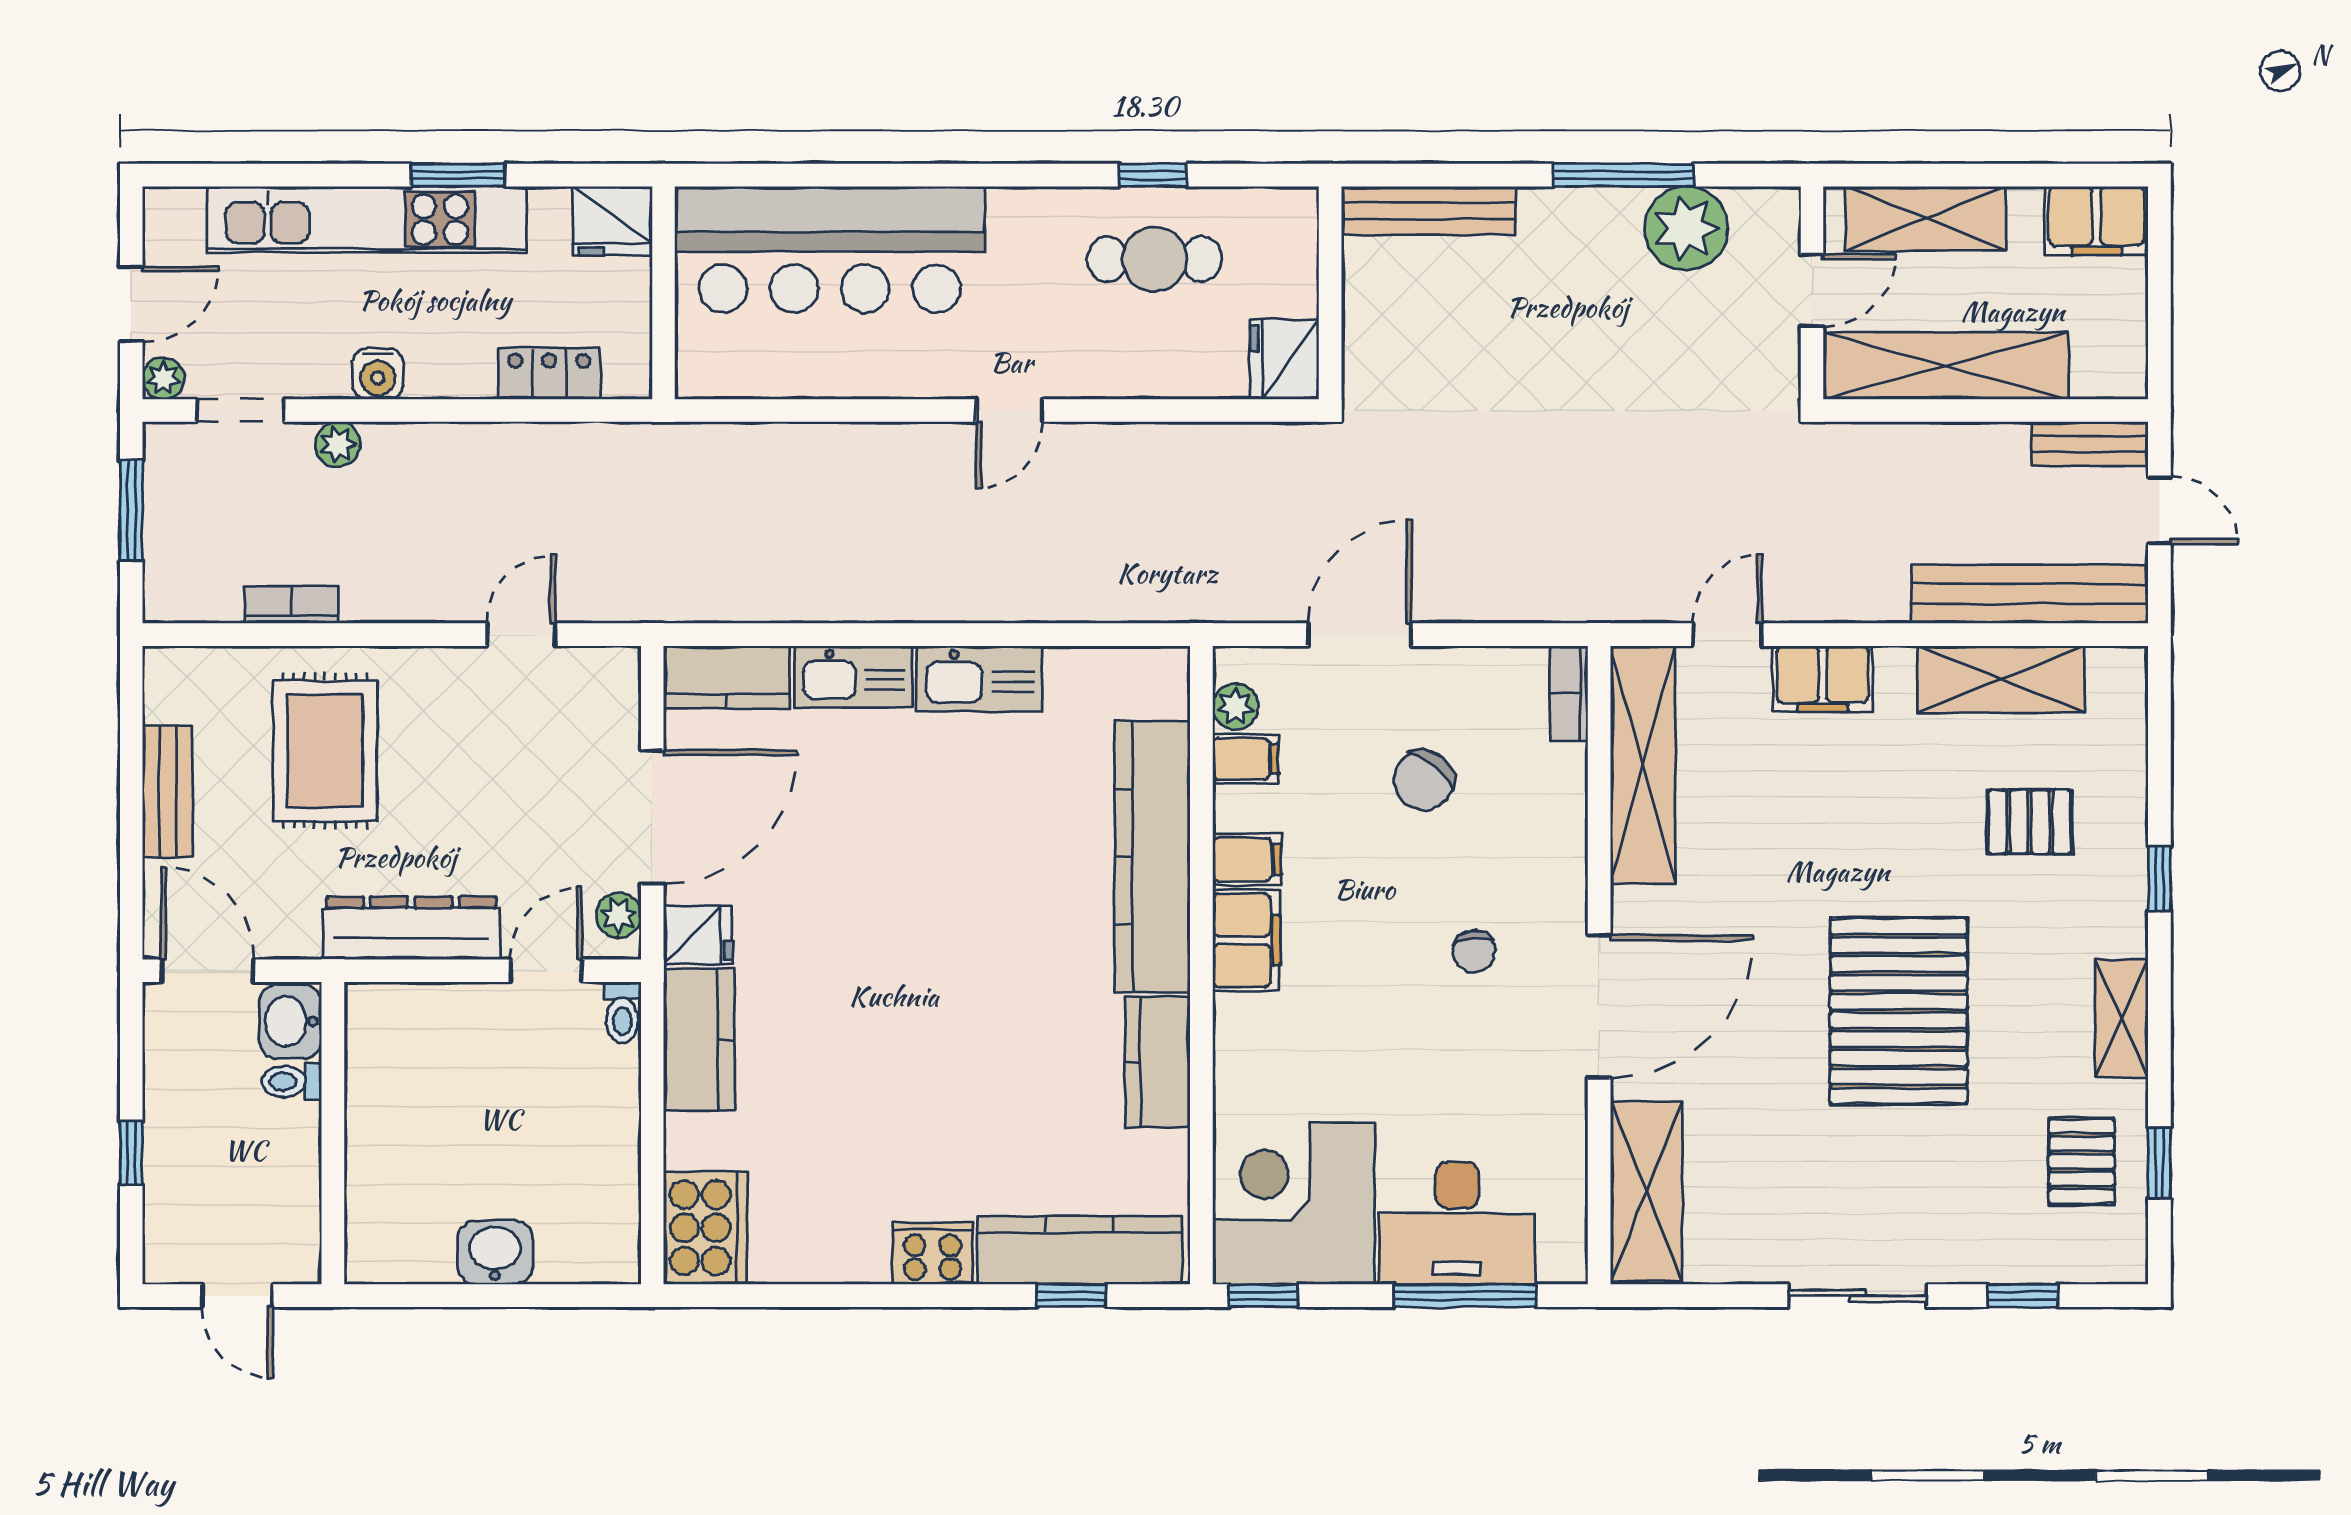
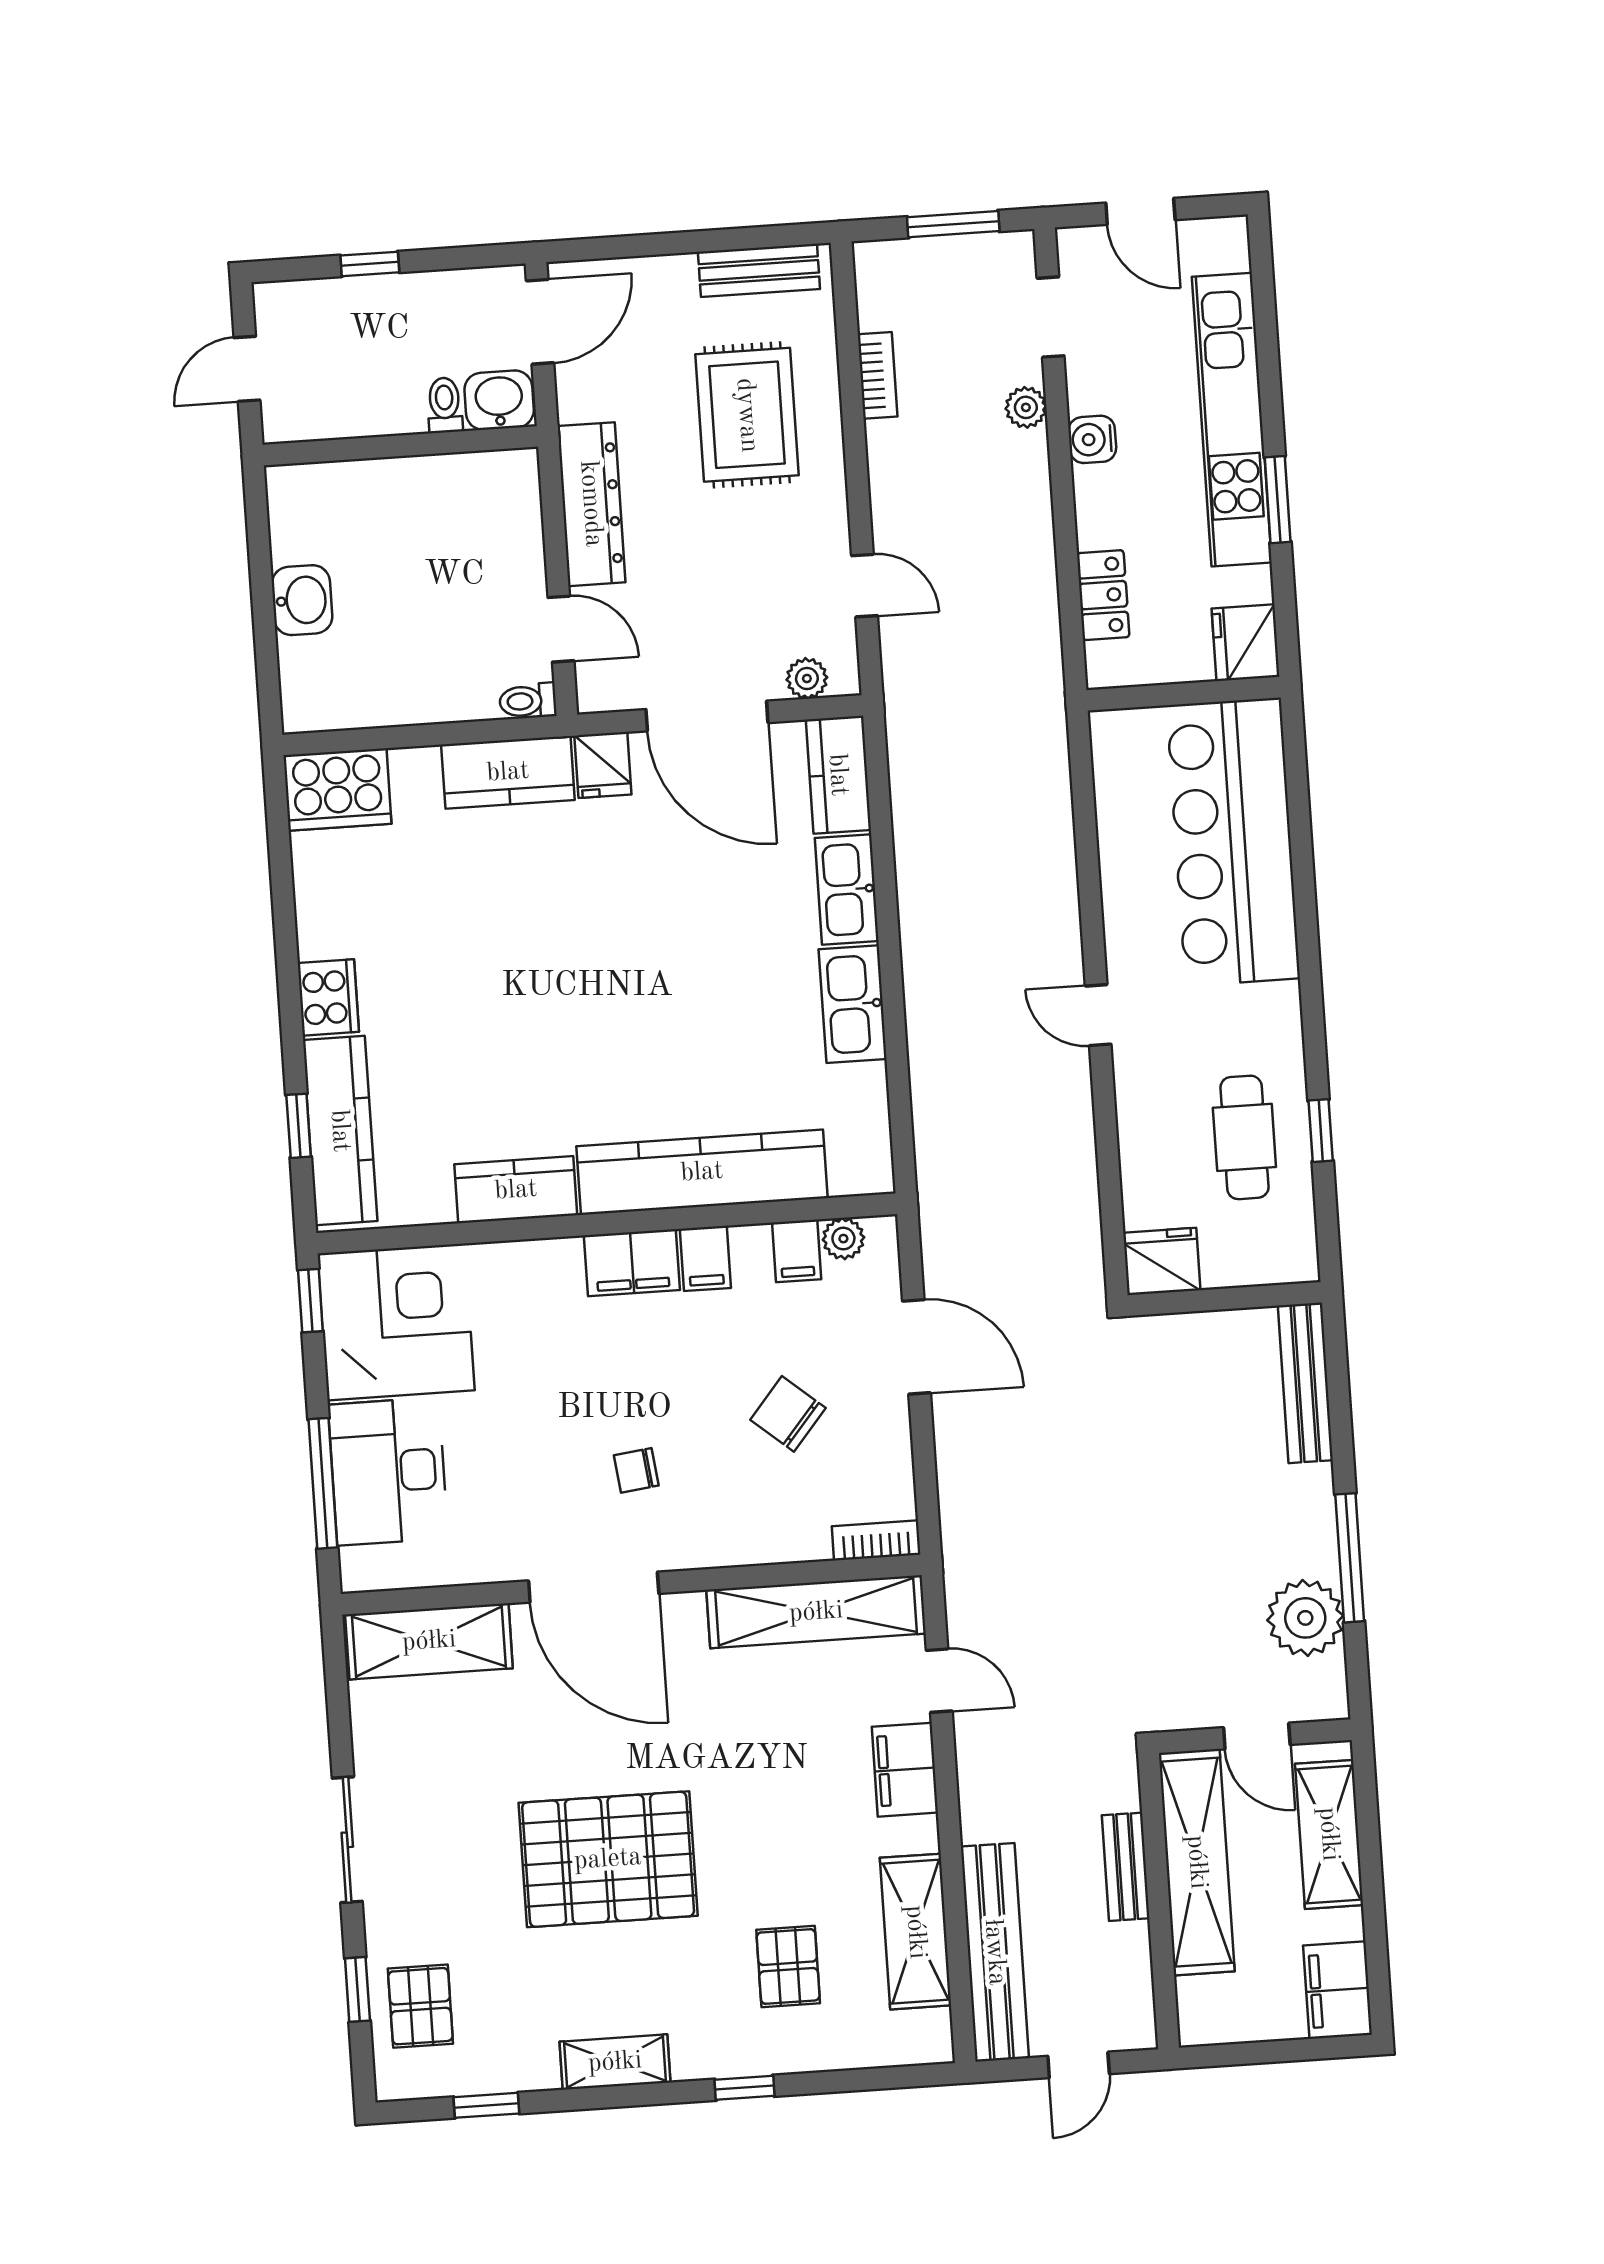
plant: (163, 378) -> (1075, 245), removed
bench: (2090, 444) -> (1126, 1867), moved
rug: (325, 751) -> (747, 415), turned 90
bench: (167, 791) -> (759, 270), moved
plant: (619, 915) -> (807, 678), moved
pallet: (2082, 1161) -> (420, 2006), moved, turned 90

